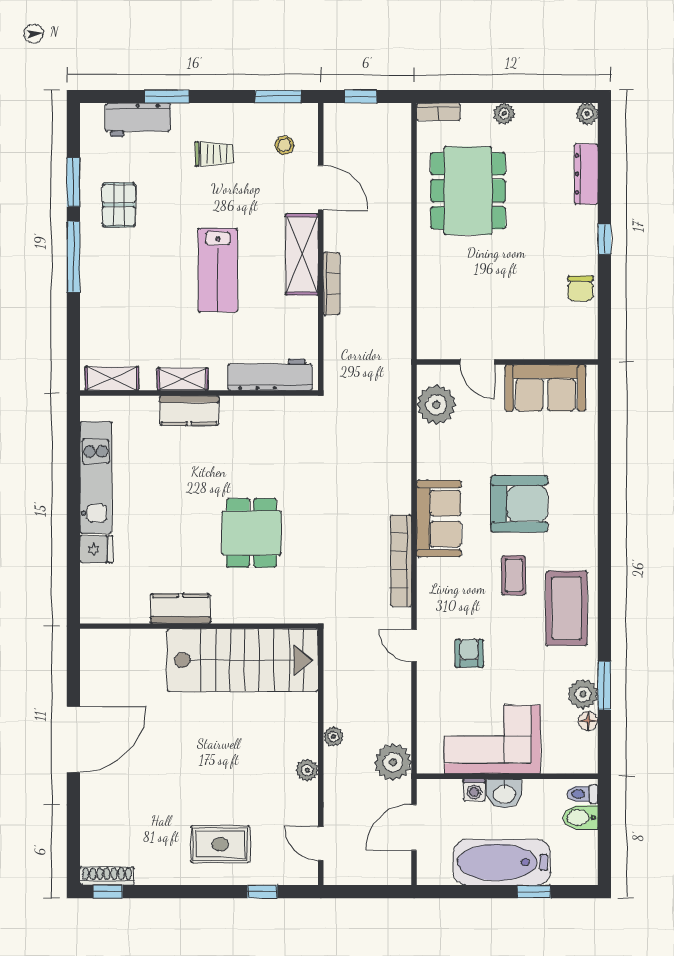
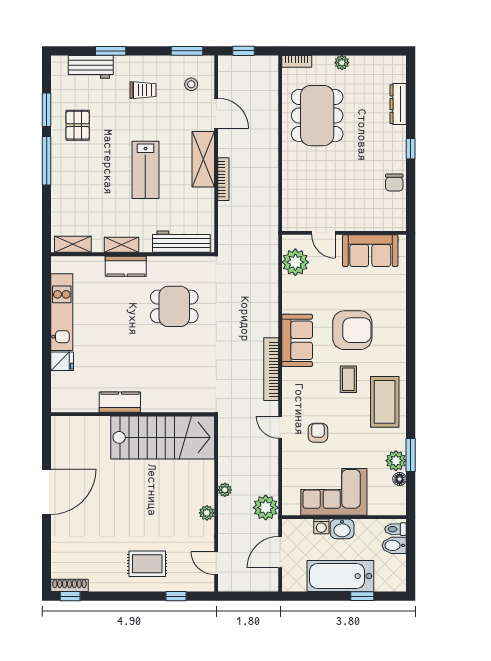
plant: (587, 114) -> (399, 63), removed
dining table: (251, 533) -> (174, 306), moved, turned 90

